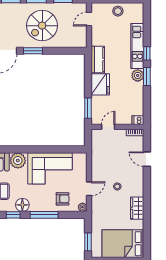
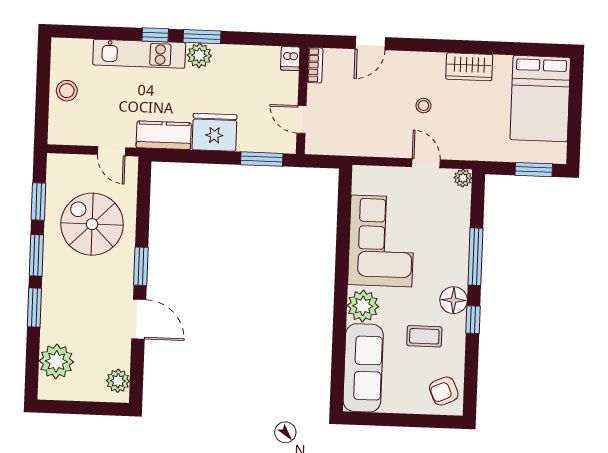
door: (89, 19) -> (111, 151), moved
spiral stairs: (42, 26) -> (92, 224), moved, turned 180
armchair: (63, 199) -> (444, 218), removed

